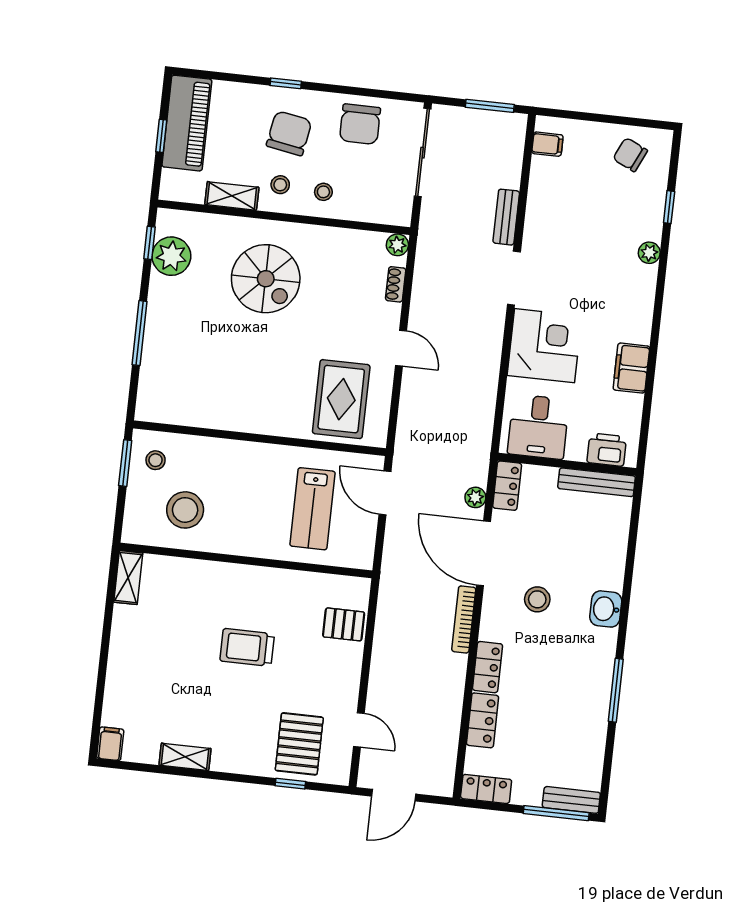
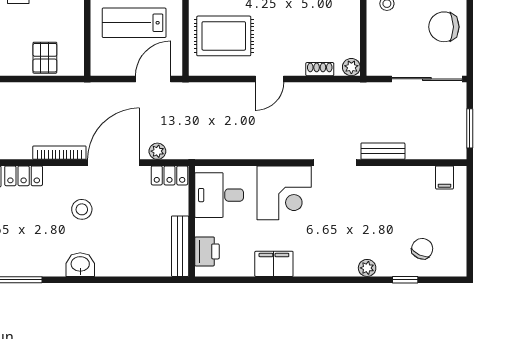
chair: (630, 155) -> (422, 249), moved

